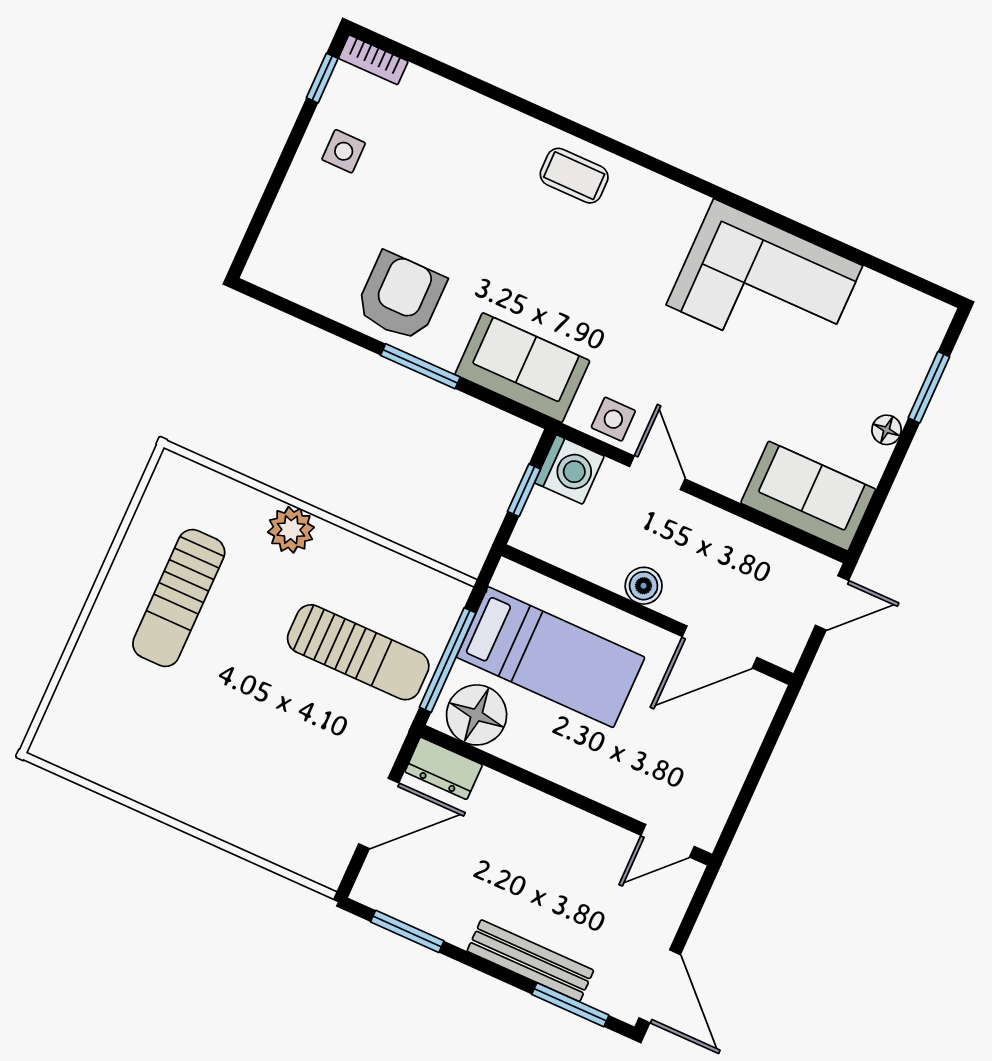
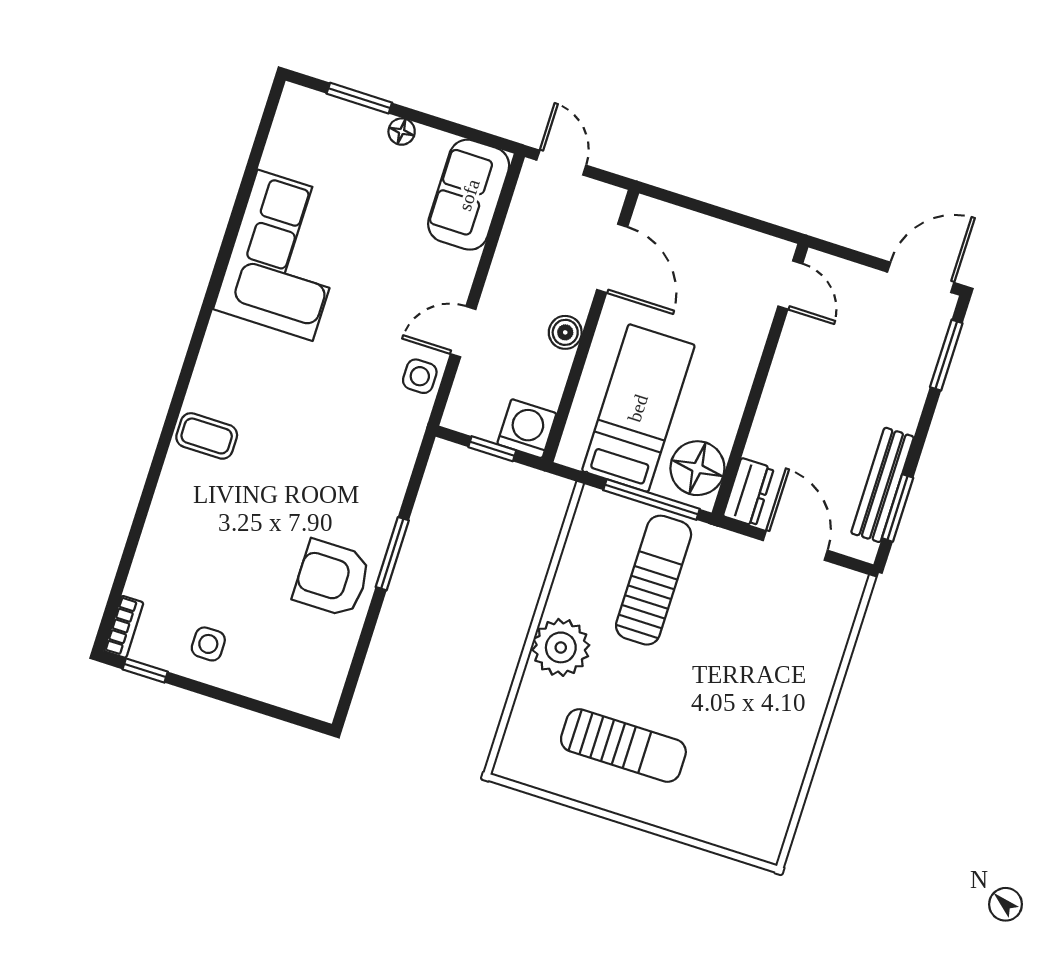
coffee table: (574, 176) -> (207, 436), turned 90
sofa: (522, 368) -> (383, 463), removed
washing machine: (569, 469) -> (527, 429), moved
plant: (291, 530) -> (561, 647), width x1.36, depth x1.36
bench: (530, 961) -> (882, 485), moved

